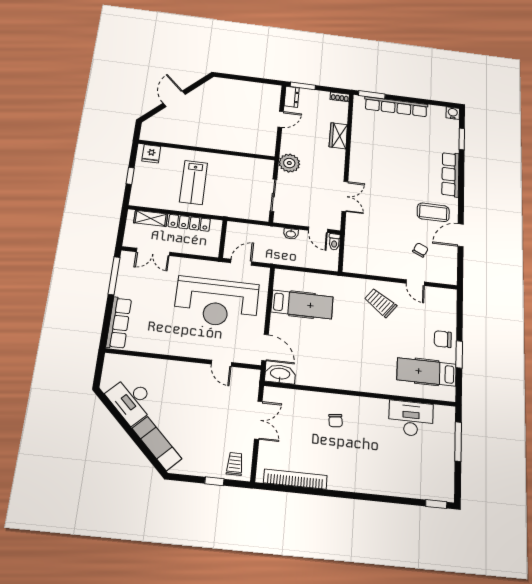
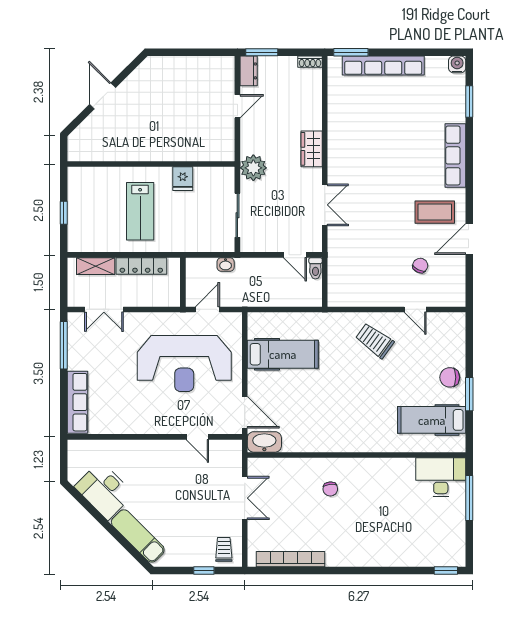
wardrobe: (338, 136) -> (312, 149), moved
fridge: (151, 154) -> (183, 179), moved
washbasin: (291, 234) -> (226, 265), moved
desk: (411, 419) -> (441, 477), moved

